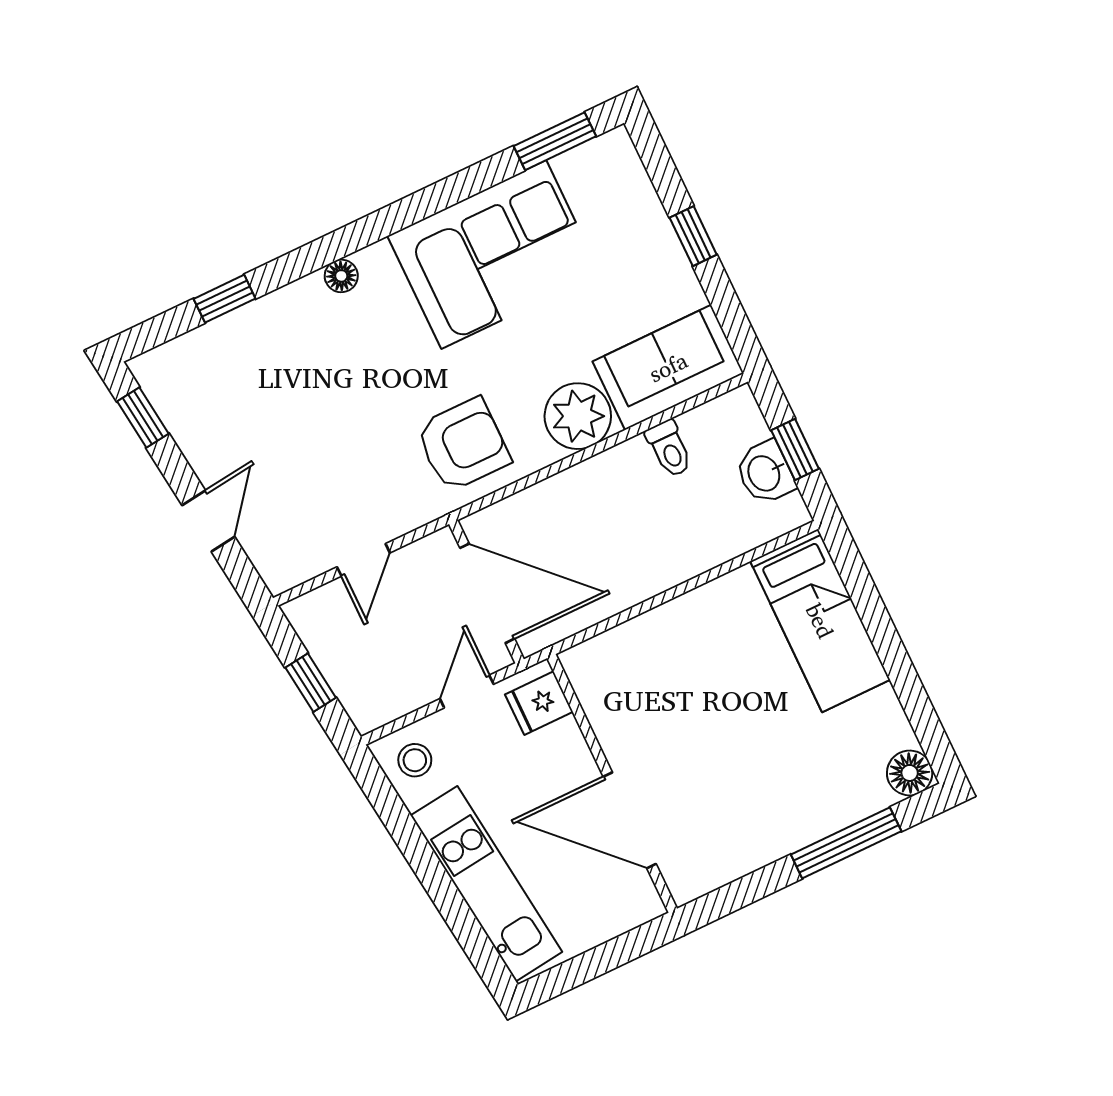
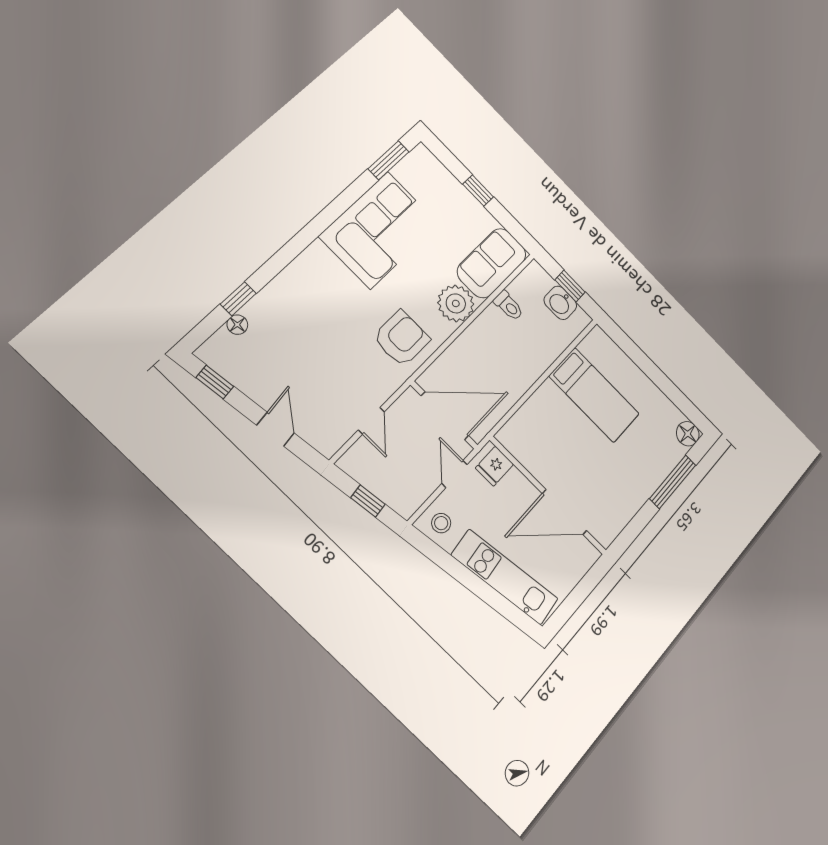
floor lamp: (341, 276) -> (237, 325), moved
bed: (820, 621) -> (594, 395), moved

